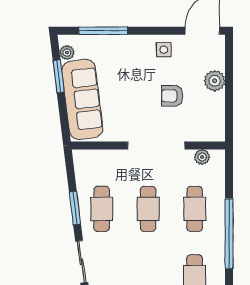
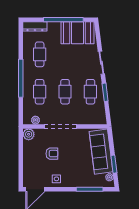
plant: (215, 81) -> (29, 134), moved

